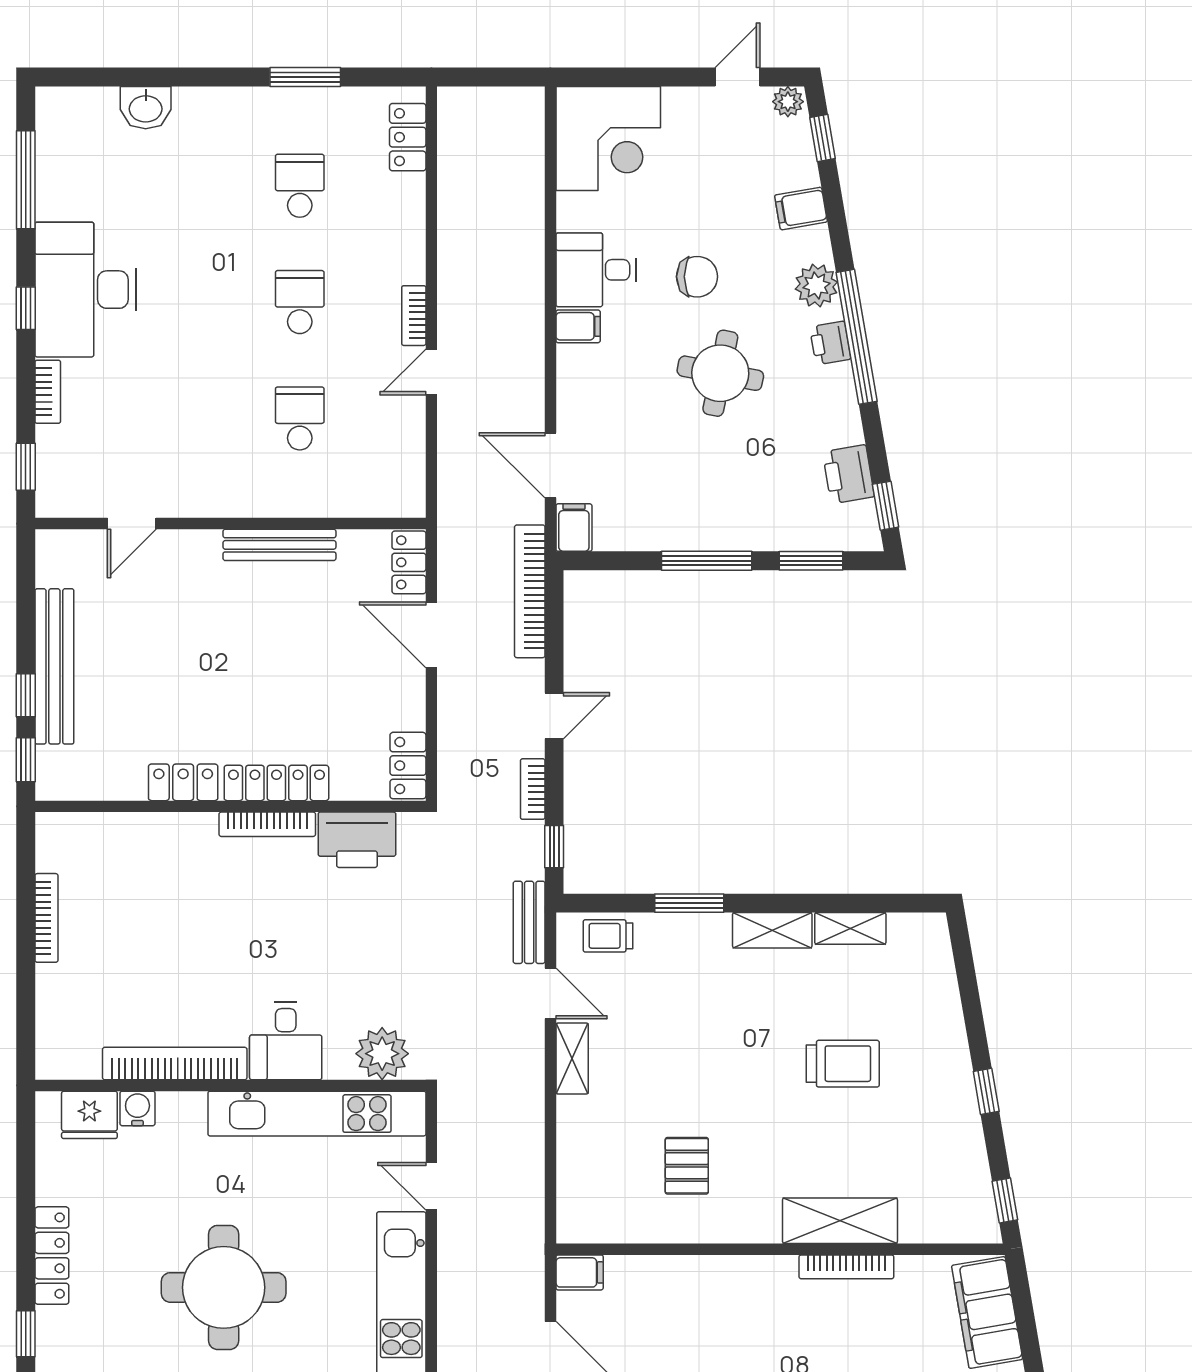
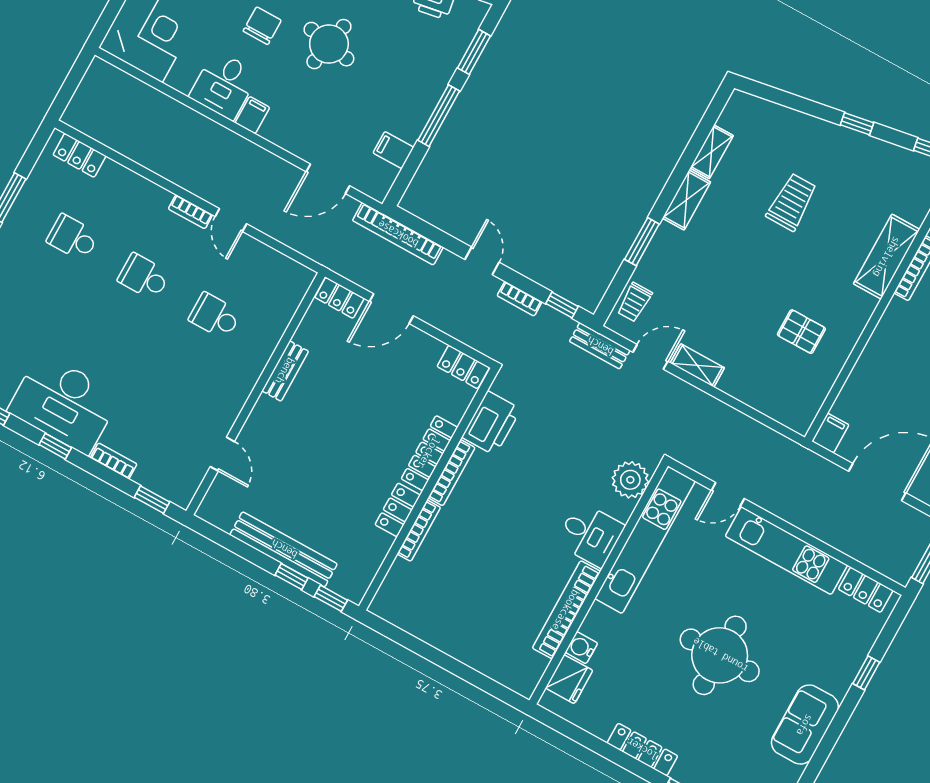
filing cabinet: (574, 528) -> (393, 150), moved
bench: (279, 545) -> (285, 371), width x0.73
bookcase: (46, 918) -> (419, 531), moved, turned 90

